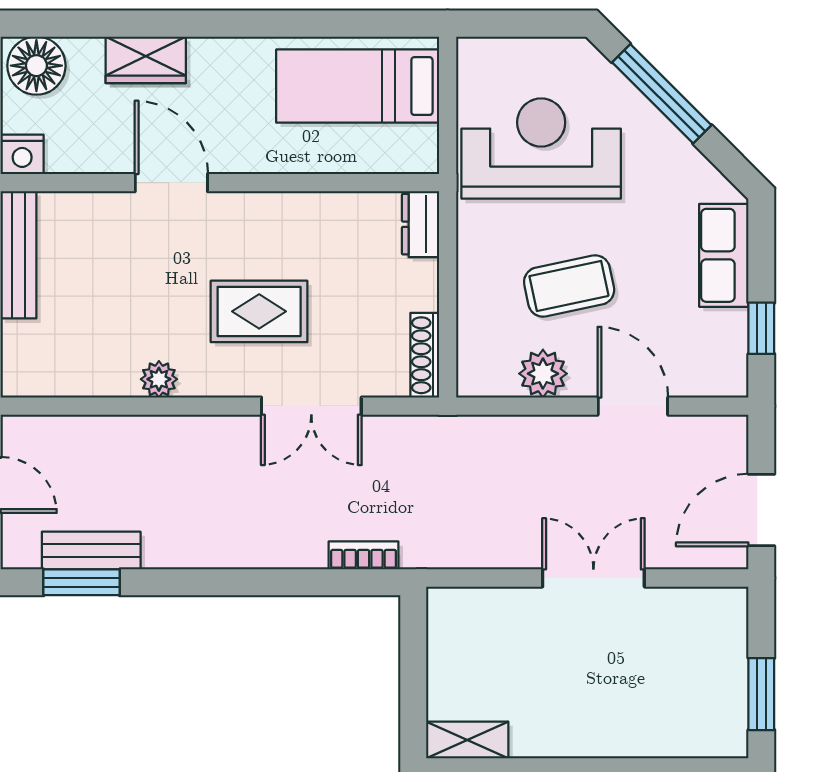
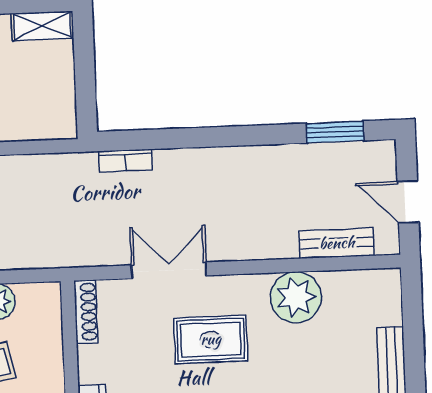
plant: (159, 379) -> (296, 297), width x1.87, depth x1.87
bench: (91, 551) -> (337, 243), moved

